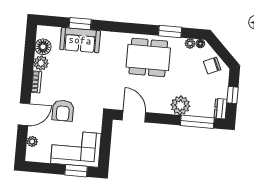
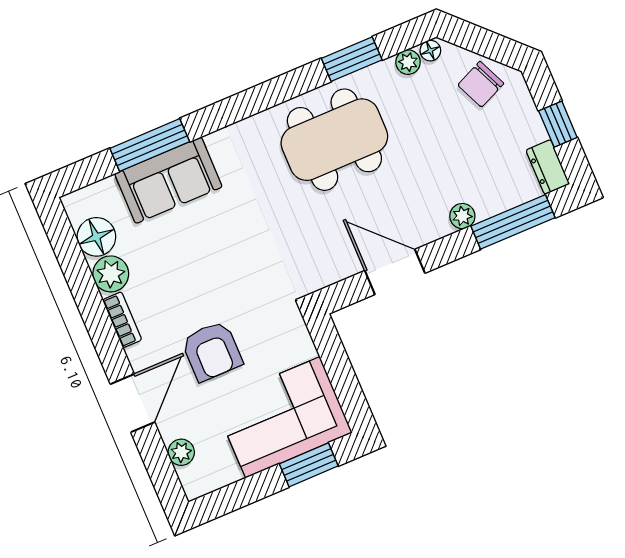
window: (80, 24) -> (150, 145), width x1.44
plant: (180, 105) -> (462, 216), width x0.53, depth x0.53
door: (134, 116) -> (395, 272), moved

